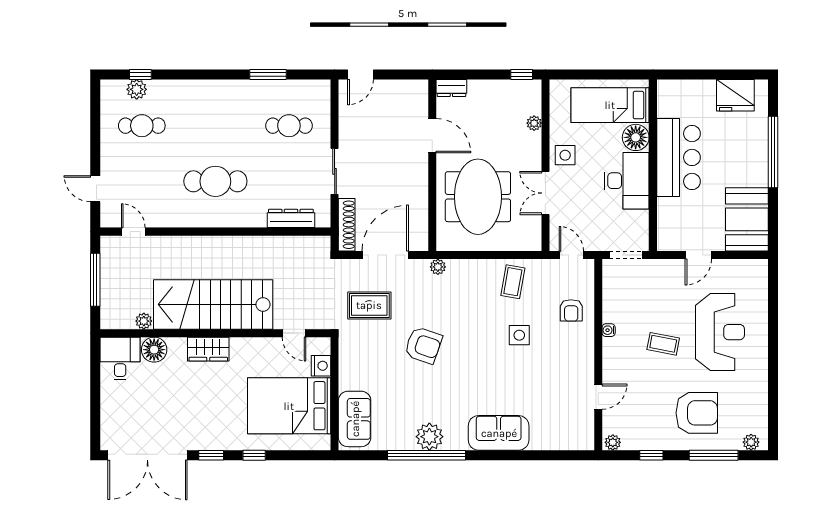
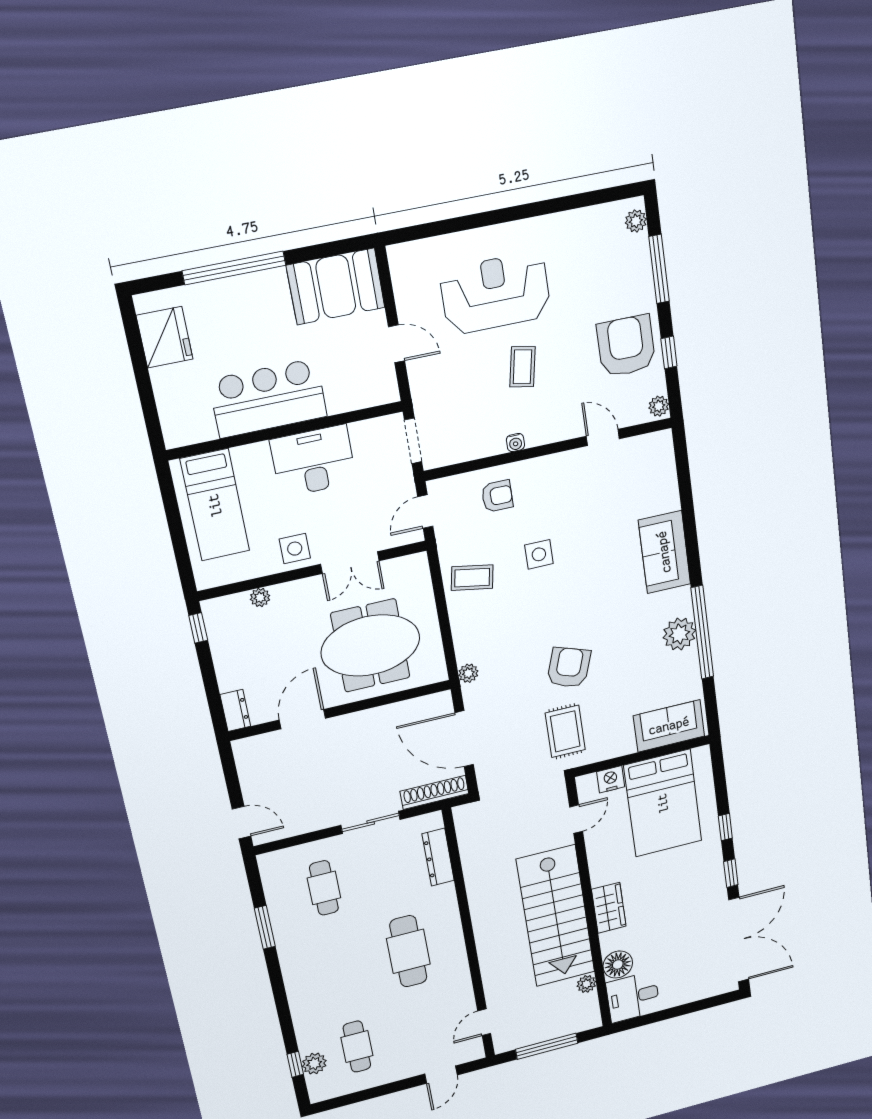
floor lamp: (636, 137) -> (252, 462), removed
rug: (369, 305) -> (565, 731), moved
armchair: (697, 413) -> (626, 346), moved

